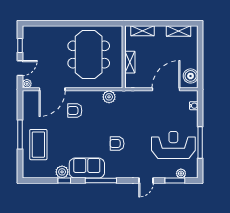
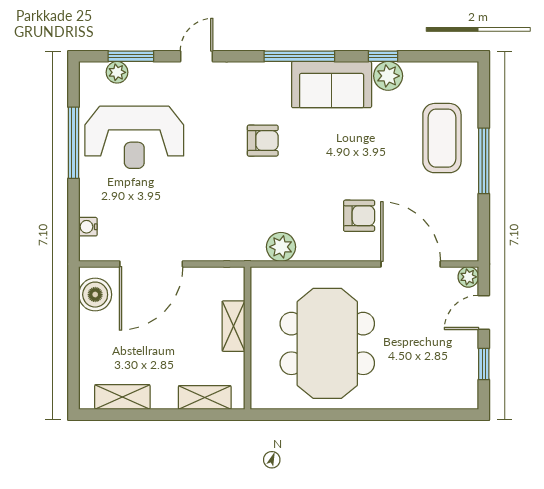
door: (52, 89) -> (411, 264), hinge flipped

